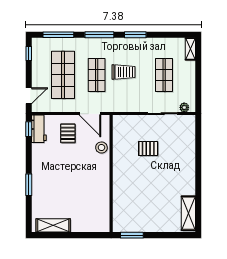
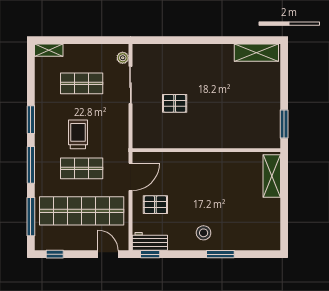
shop shelf: (63, 75) -> (82, 211), width x1.40
stool: (101, 148) -> (204, 233), moved
pallet: (148, 148) -> (175, 103), turned 90
shelving: (53, 225) -> (272, 176), moved

